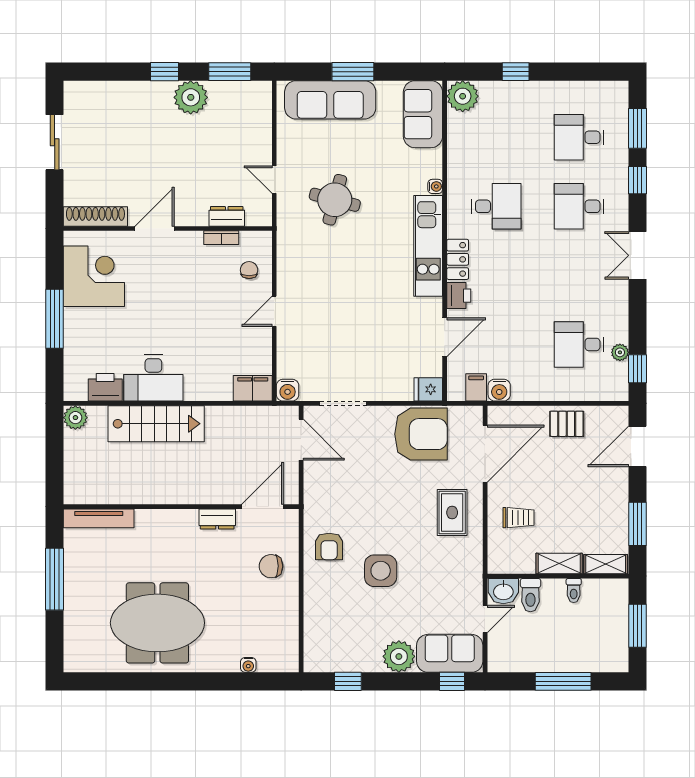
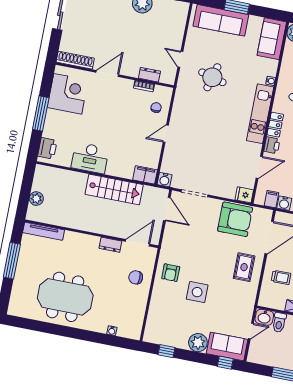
printer: (105, 387) -> (47, 148), moved, turned 90
plant: (75, 418) -> (36, 199), moved
stairs: (156, 424) -> (114, 190), moved

